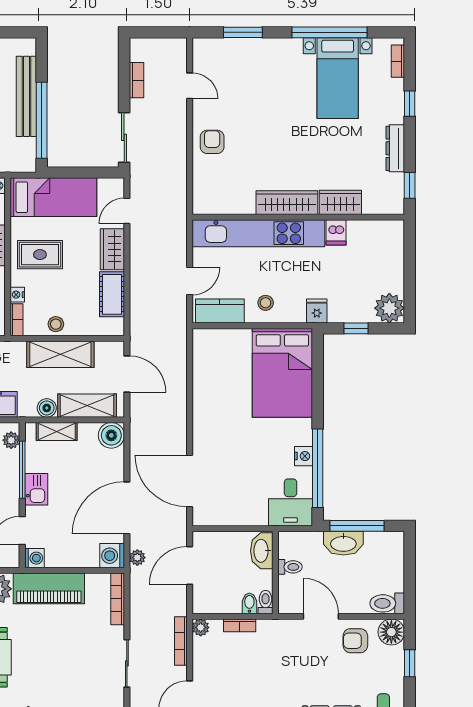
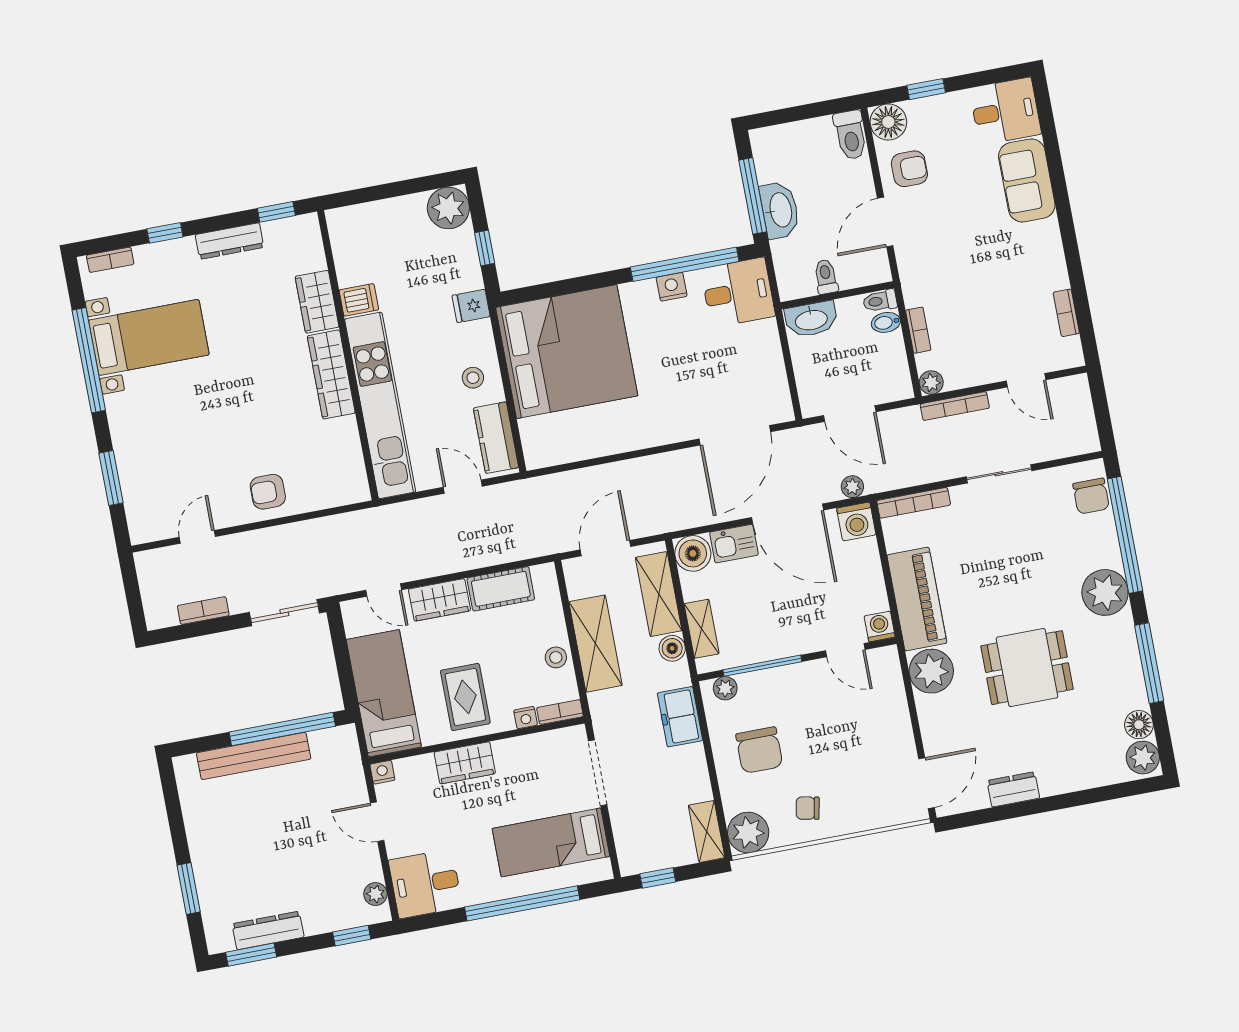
bed: (282, 373) -> (567, 352), width x1.36
kitchen sink: (36, 489) -> (734, 544), moved, turned 180
armchair: (355, 641) -> (909, 169), turned -90

